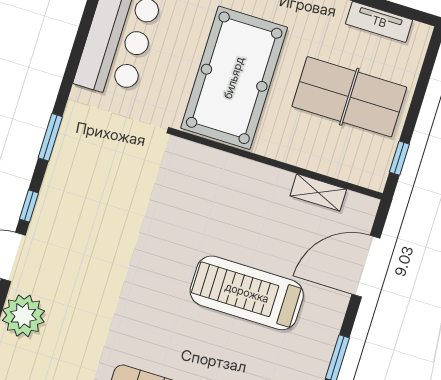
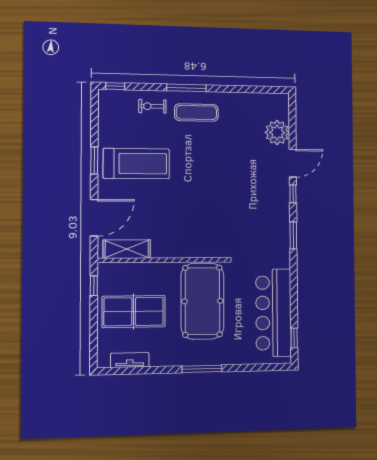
shelving: (318, 192) -> (127, 249), width x1.50, depth x1.33
treadmill: (247, 293) -> (136, 164), moved

